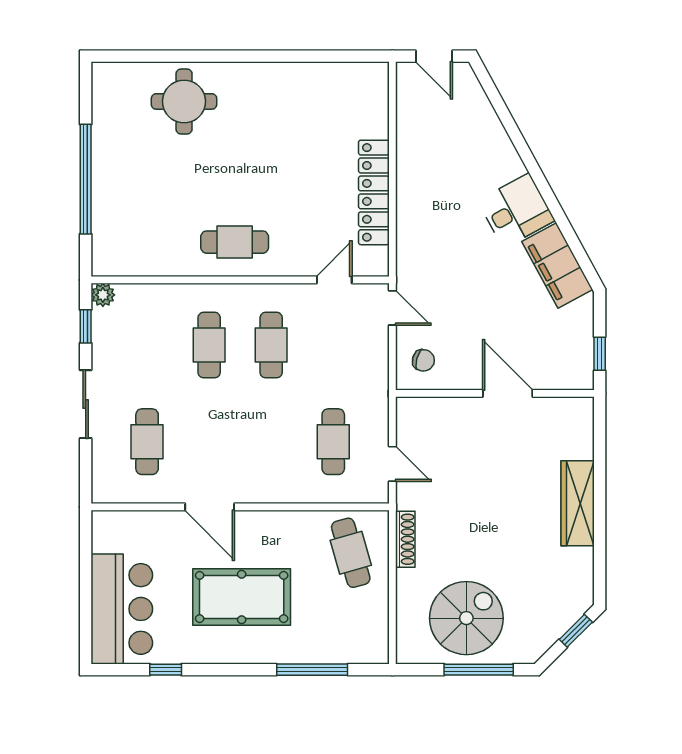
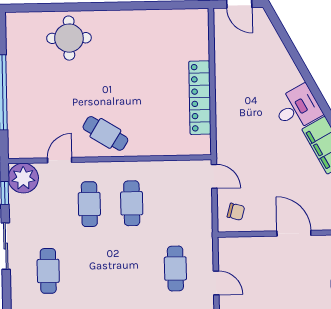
cafe table: (235, 242) -> (105, 133), turned 32
door: (334, 280) -> (60, 160), moved
plant: (103, 295) -> (23, 178), width x1.87, depth x1.87

